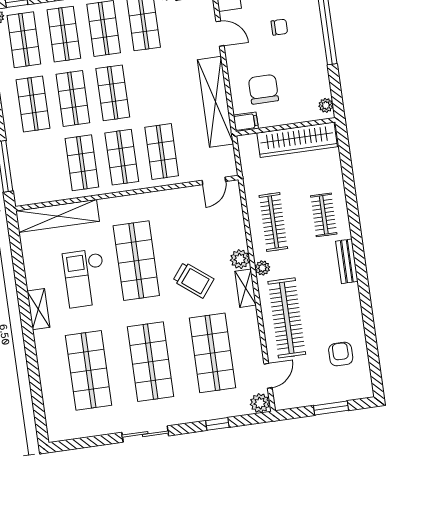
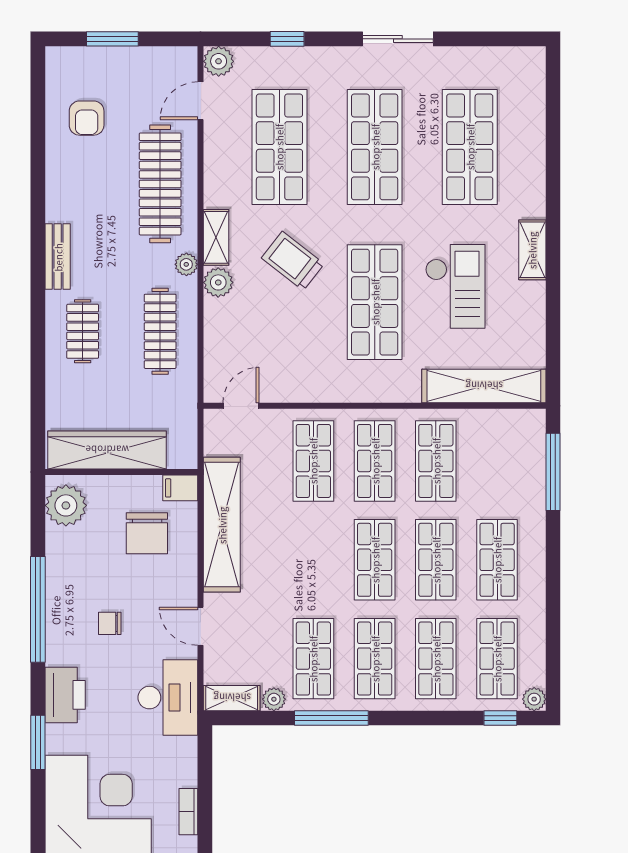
plant: (326, 105) -> (66, 505), width x1.88, depth x1.88

